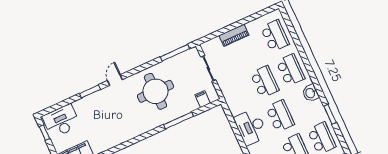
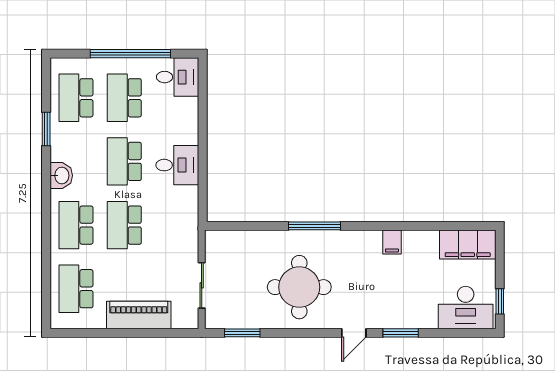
piano: (234, 35) -> (139, 315), width x1.37, depth x1.33
window: (175, 53) -> (242, 333), width x0.69
filing cabinet: (203, 99) -> (392, 242), moved
window: (179, 120) -> (315, 226), moved
desk: (251, 127) -> (177, 165), width x0.73

